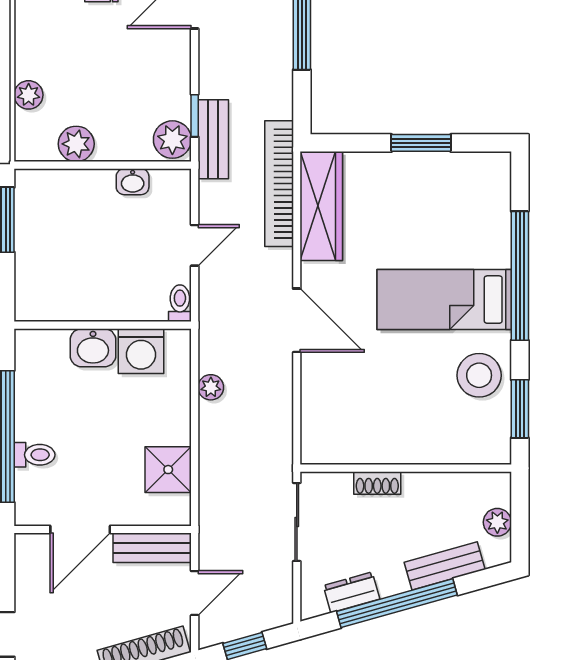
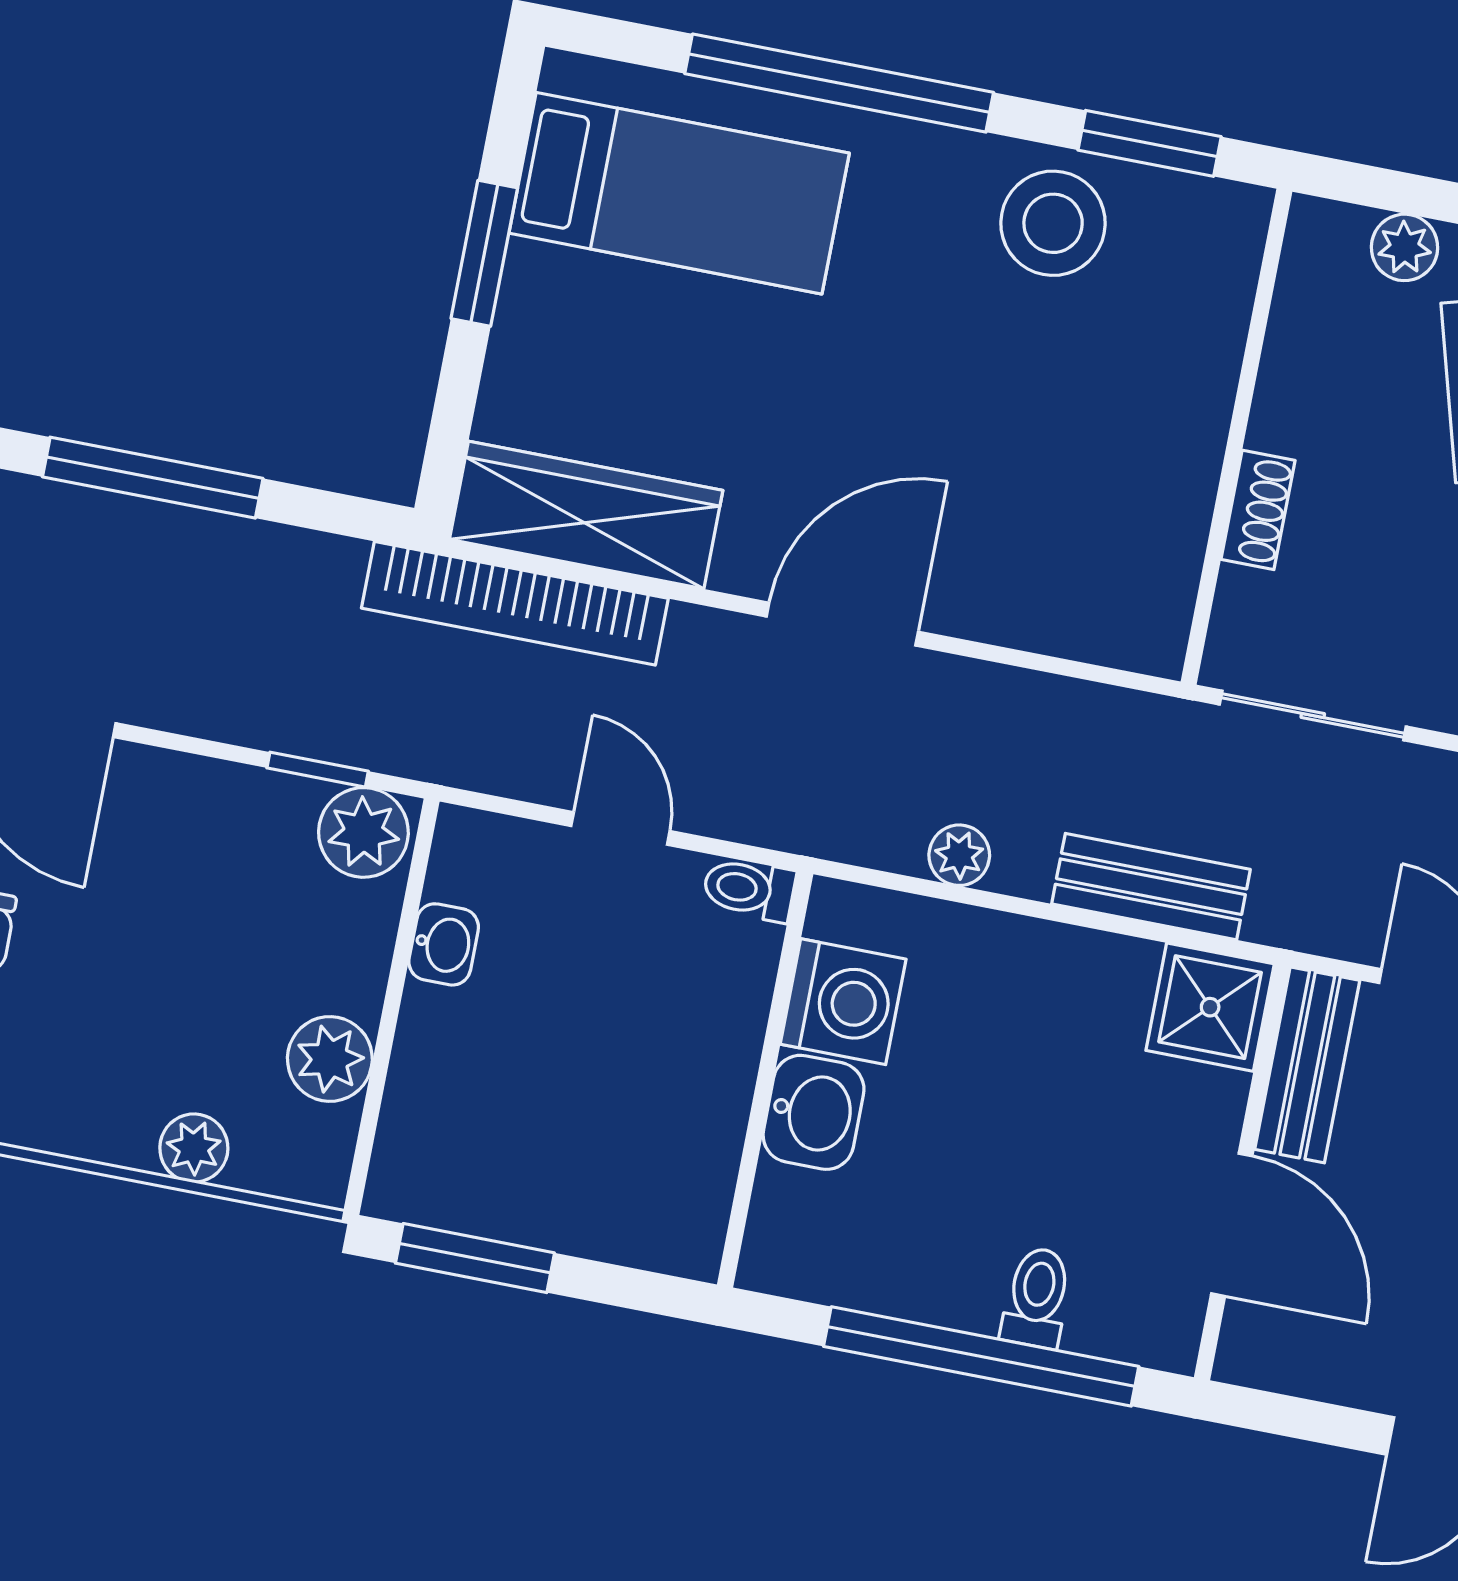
bench: (213, 139) -> (1151, 887), moved
bed: (444, 300) -> (679, 193), moved, turned -90
shower: (168, 470) -> (1210, 1007), moved

